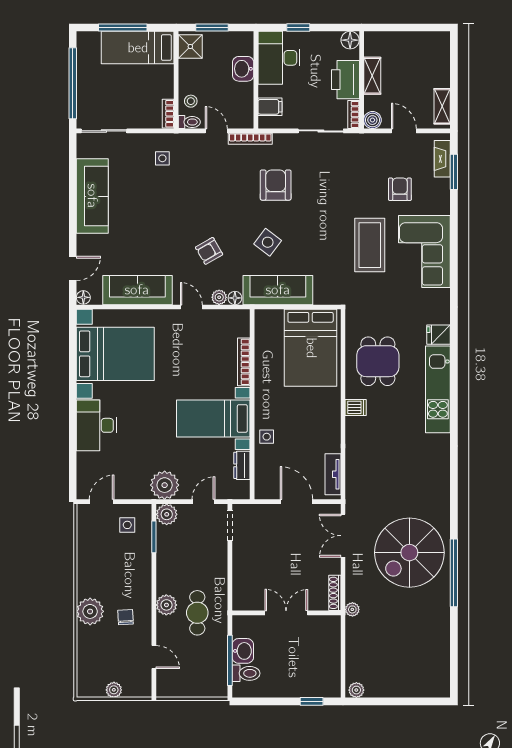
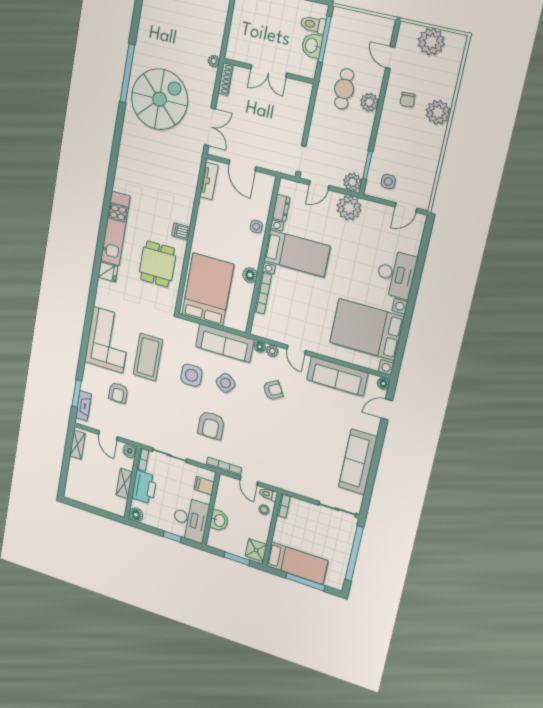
side table: (162, 158) -> (191, 375), moved, width x1.87, depth x1.87
floor lamp: (263, 379) -> (250, 275), added
plant: (114, 690) -> (431, 42), width x1.87, depth x1.87

